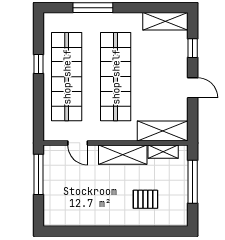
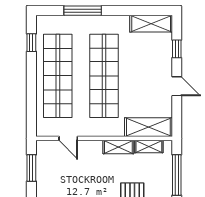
window: (38, 64) -> (31, 43), moved
shelving: (123, 155) -> (118, 147), width x0.67, depth x0.75
window: (38, 174) -> (31, 168), width x0.69

